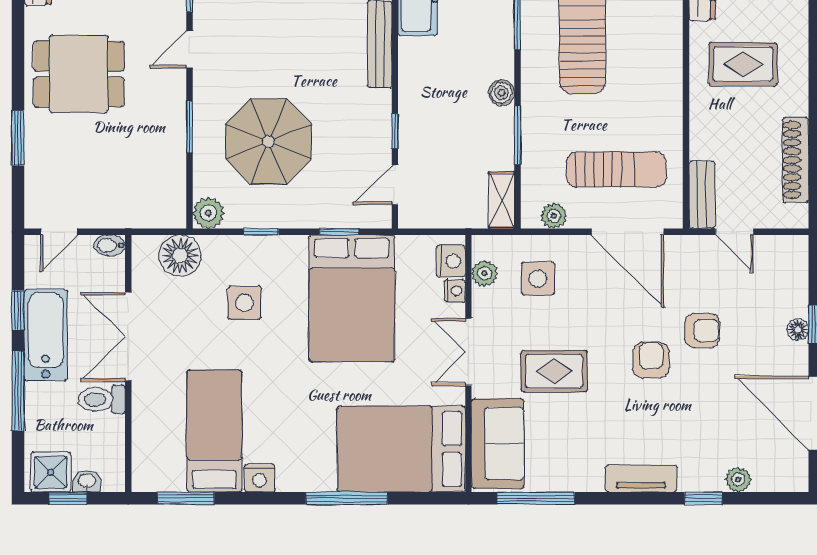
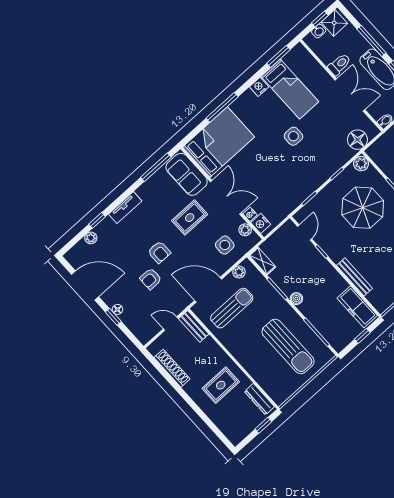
sun lounger: (616, 170) -> (232, 308), turned 180
bed: (352, 298) -> (284, 179), removed
side table: (244, 303) -> (293, 136), moved
double door: (468, 352) -> (226, 197), width x1.37

